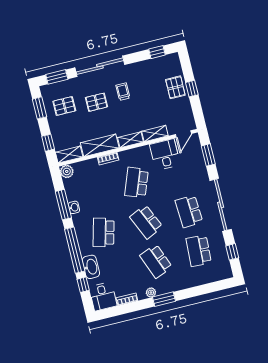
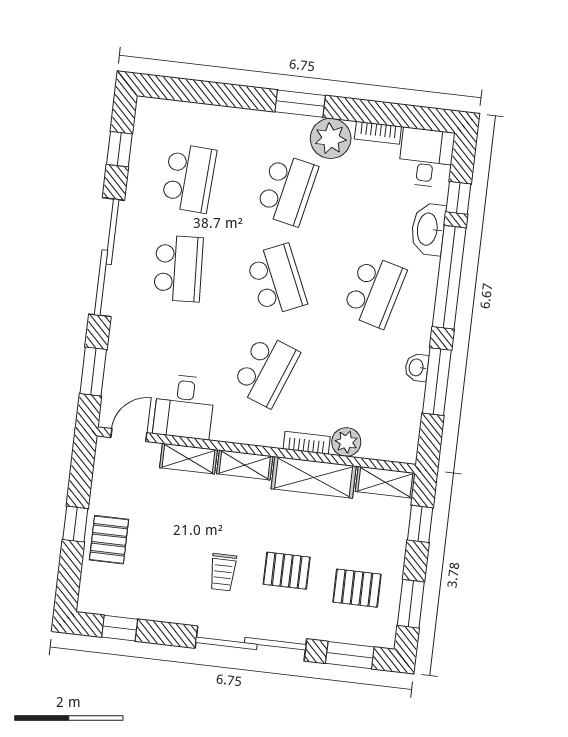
plant: (67, 171) -> (346, 442), moved
school desk: (156, 261) -> (287, 190), turned 33
plant: (151, 292) -> (331, 138), width x1.87, depth x1.87

